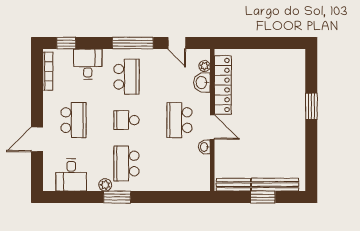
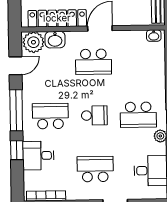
window: (66, 43) -> (17, 150), moved
plant: (205, 66) -> (33, 42), width x1.87, depth x1.87
school desk: (126, 120) -> (94, 115), turned -90
washbasin: (204, 147) -> (154, 36), moved

